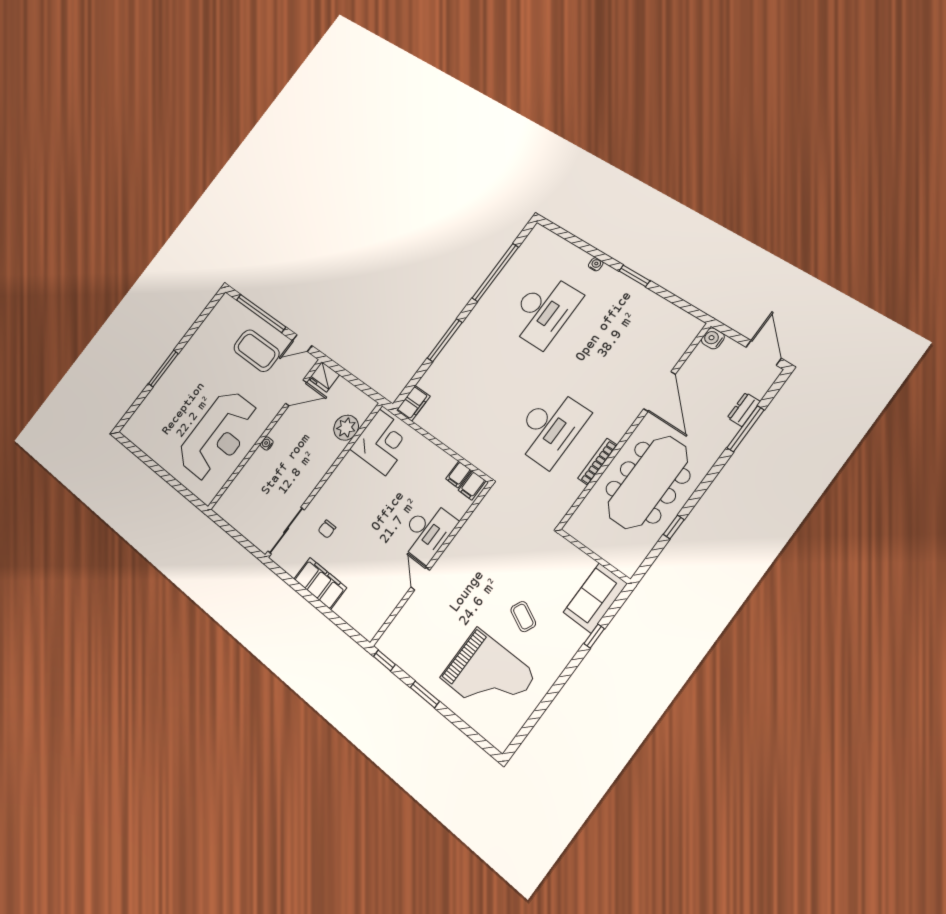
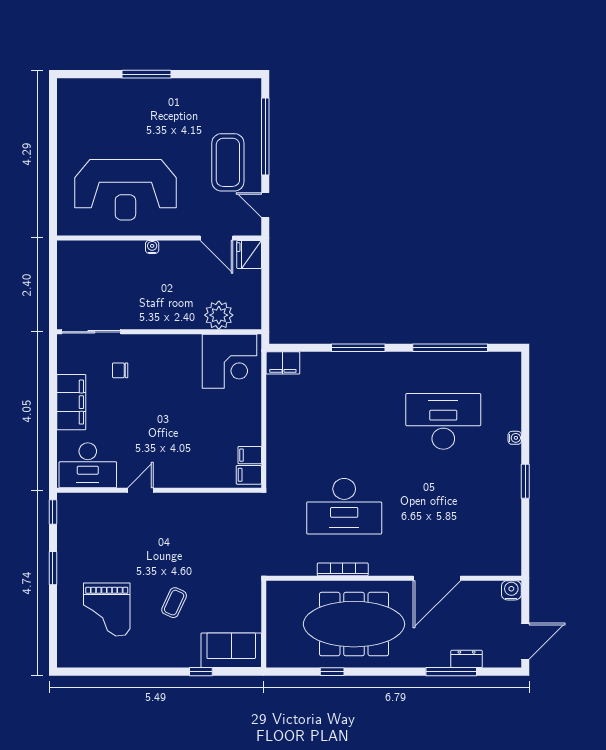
desk: (544, 311) -> (443, 421), turned 180
desk: (427, 532) -> (88, 465), moved
grand piano: (488, 676) -> (107, 609), width x0.73, depth x0.68

